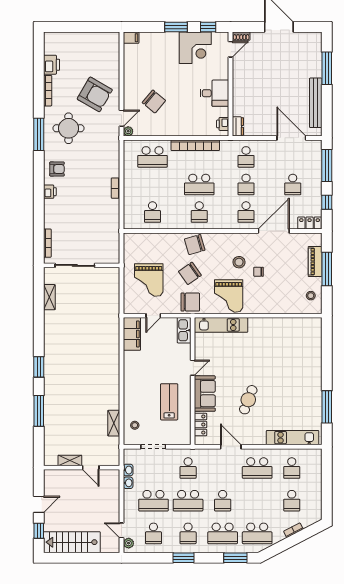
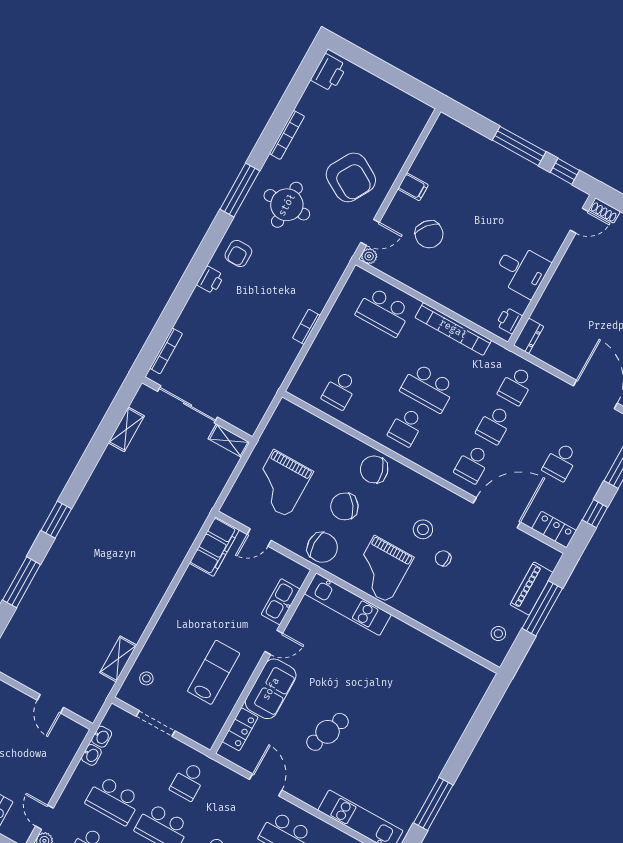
window: (176, 27) -> (519, 146), width x1.44
filing cabinet: (131, 38) -> (413, 187), moved
corner desk: (195, 48) -> (530, 191), removed
printer: (52, 65) -> (329, 73), moved
armchair: (57, 169) -> (238, 254), turned 90
kitchen sink: (184, 330) -> (281, 602), moved
shelving: (70, 460) -> (229, 441), moved

